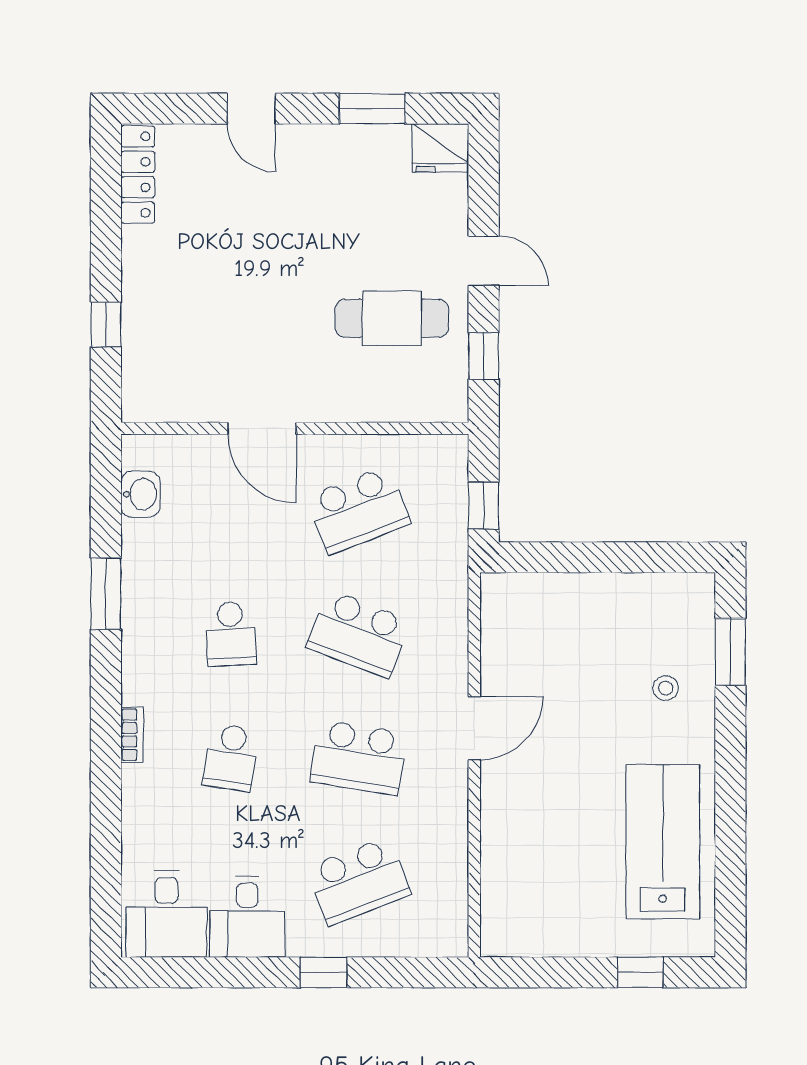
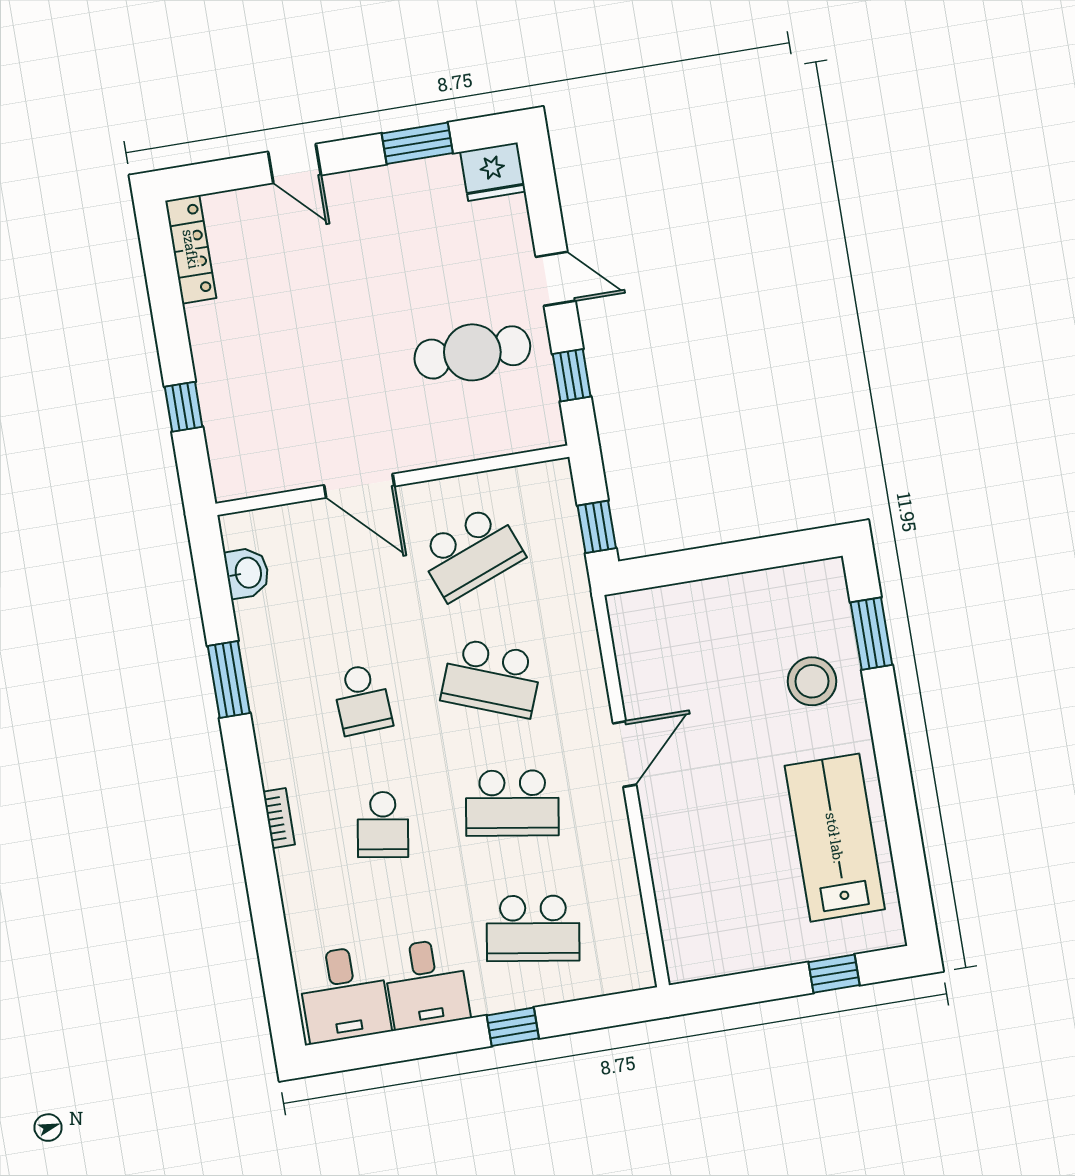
stool: (666, 688) -> (812, 681), width x1.89, depth x1.89
school desk: (359, 881) -> (533, 928), turned 30

